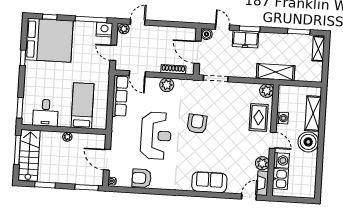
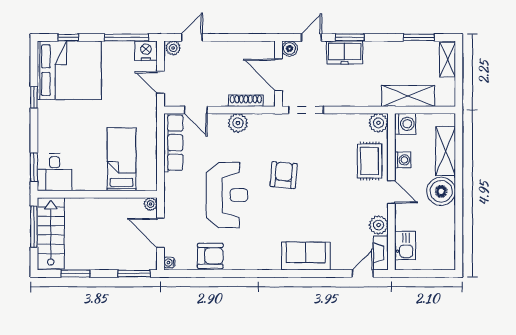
door: (222, 27) -> (311, 37), hinge flipped
shelving: (276, 72) -> (408, 96), moved
desk: (46, 113) -> (55, 172), moved
plant: (67, 137) -> (151, 204), moved
washing machine: (281, 160) -> (405, 124), moved
armchair: (141, 178) -> (210, 256), turned 180

